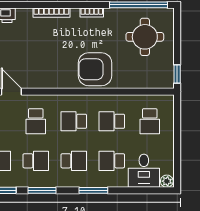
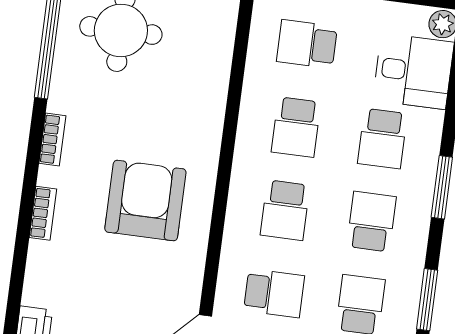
bookcase: (51, 13) -> (43, 213), width x0.64
armchair: (95, 69) -> (145, 201), moved, turned 180
school desk: (150, 121) -> (307, 44), turned 180

